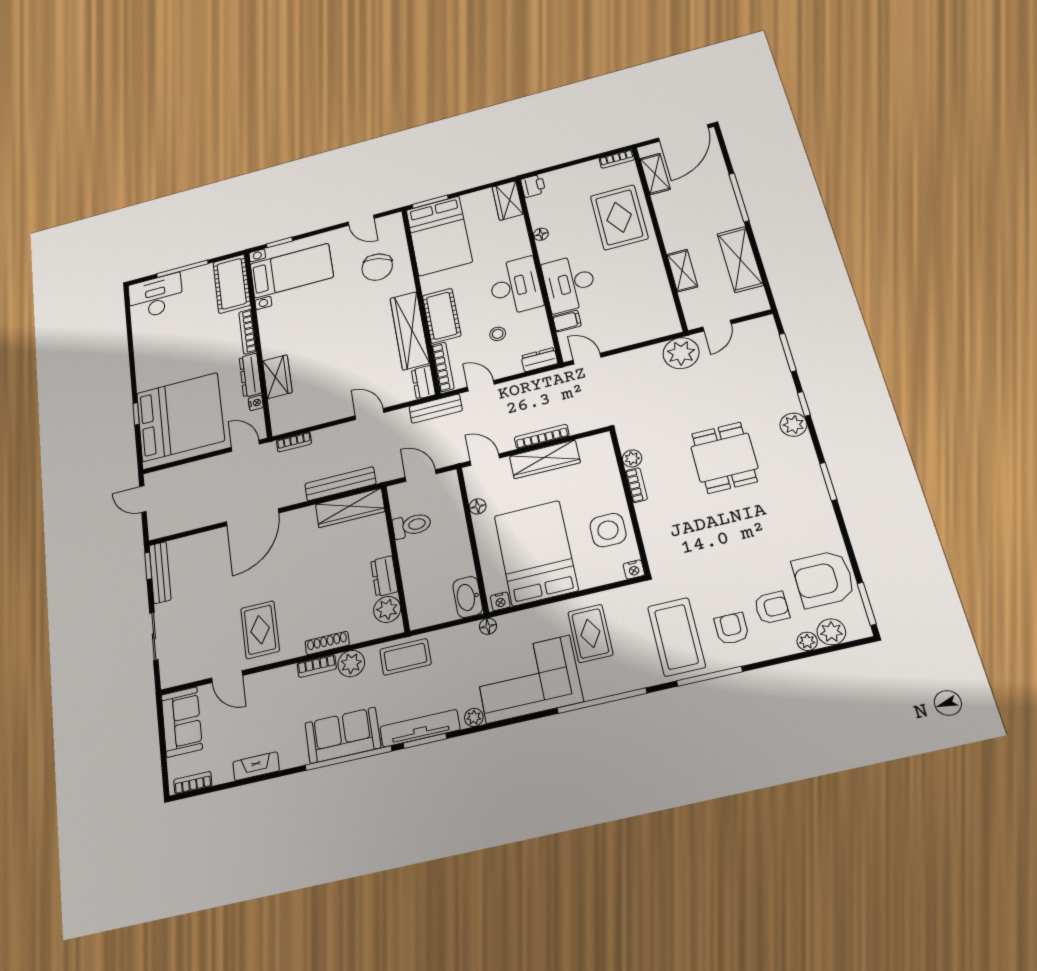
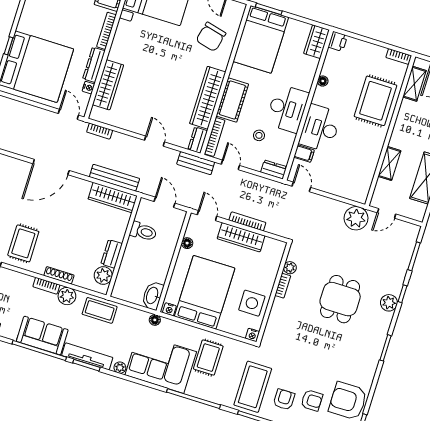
wardrobe: (277, 377) -> (108, 85), width x1.50

